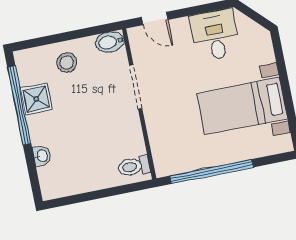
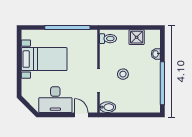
desk: (215, 35) -> (55, 100), width x1.37
stool: (67, 63) -> (123, 74), moved
shower: (36, 99) -> (137, 37), moved

